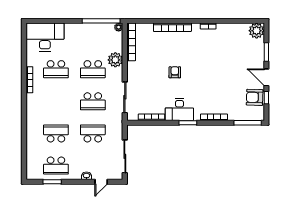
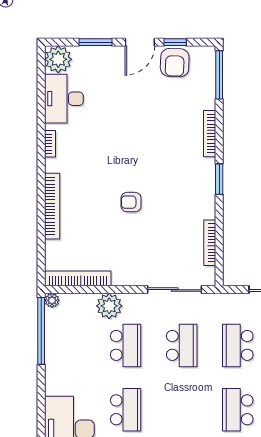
desk: (179, 110) -> (64, 99), moved, turned 180

